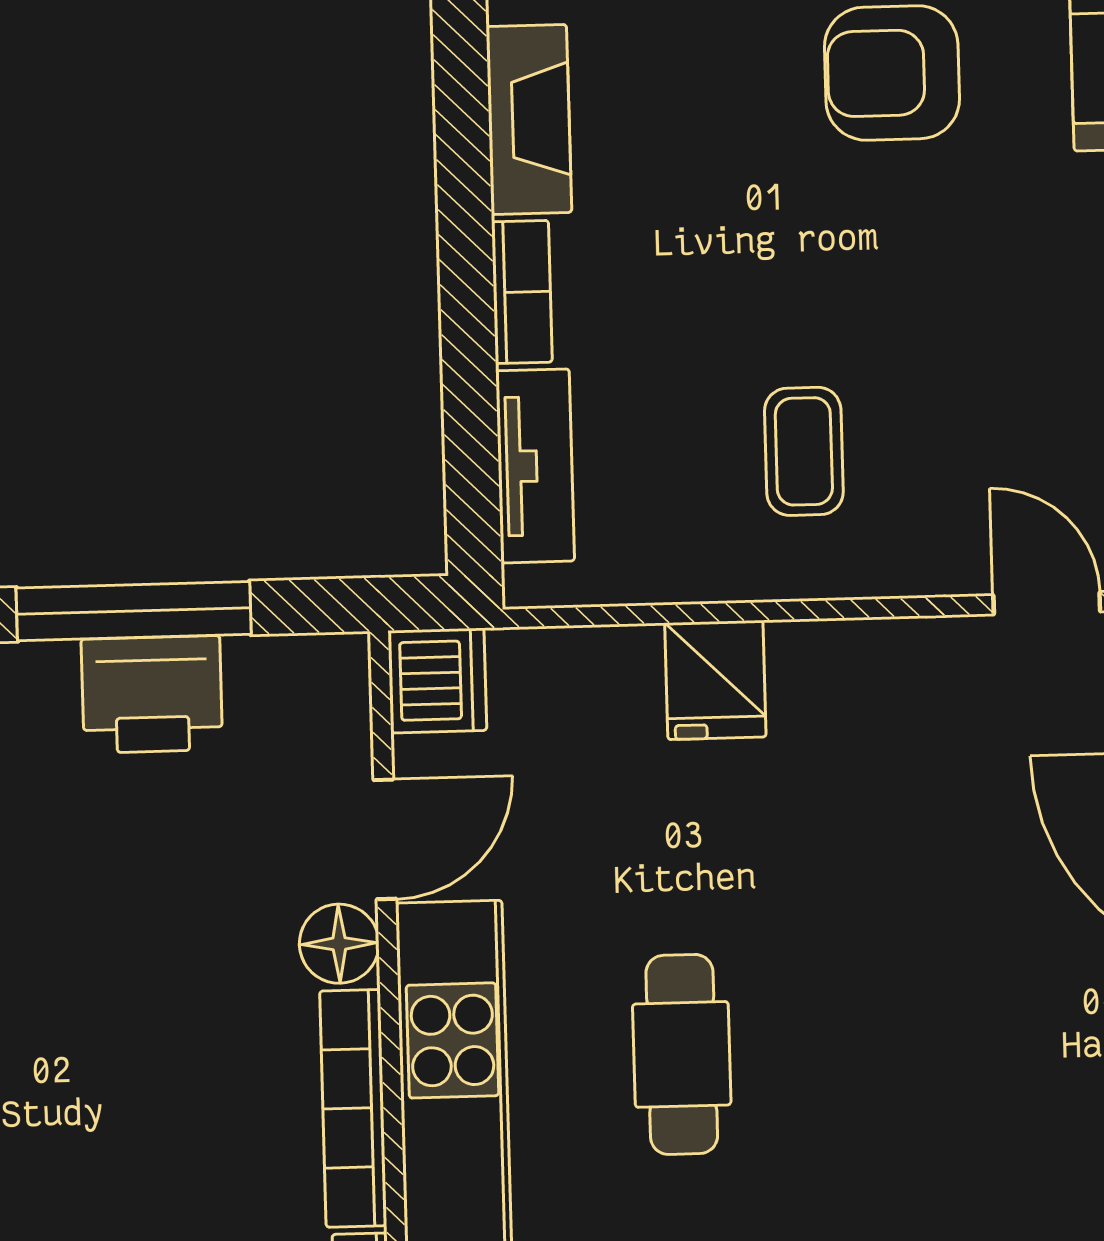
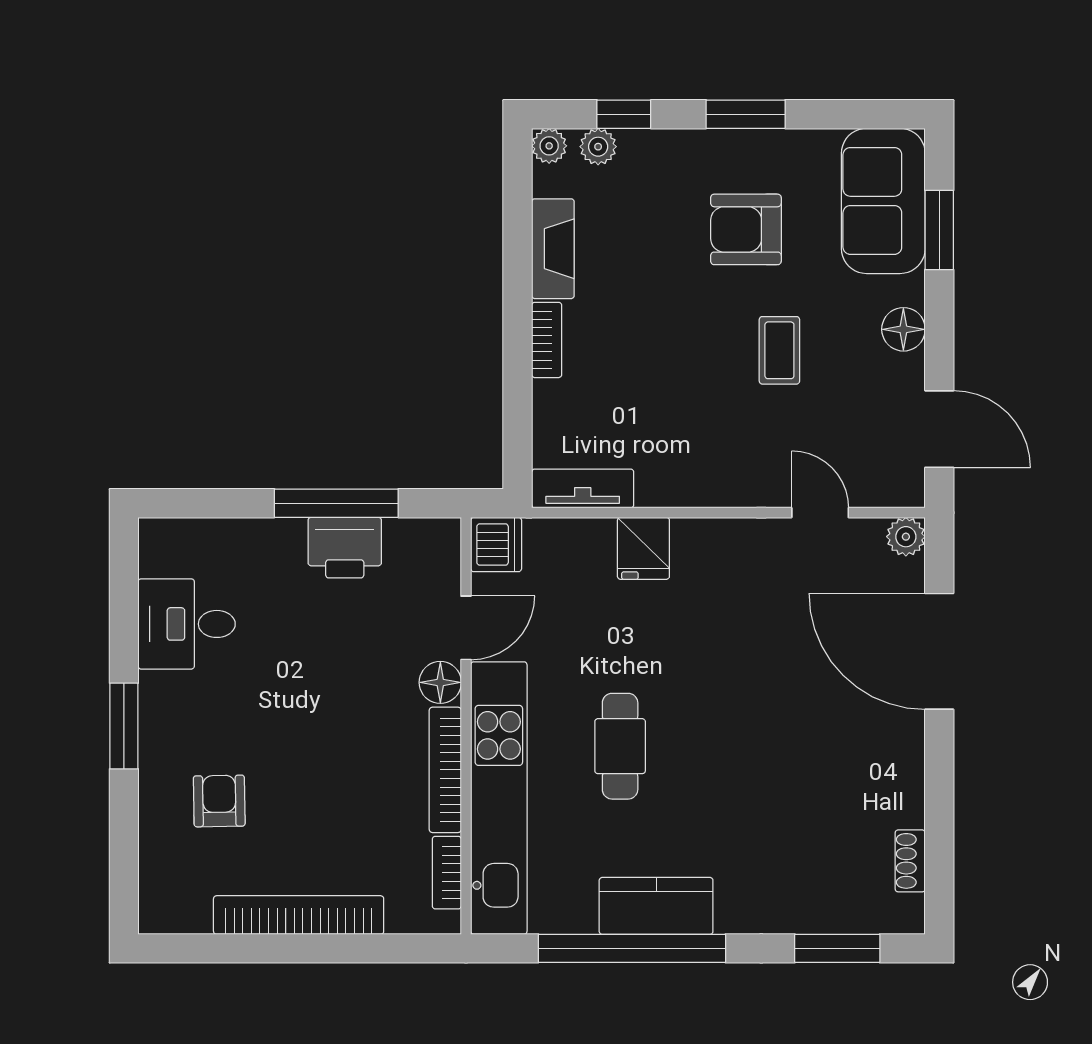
coffee table: (804, 451) -> (779, 350), moved
tv unit: (535, 466) -> (583, 488), moved, turned -90

